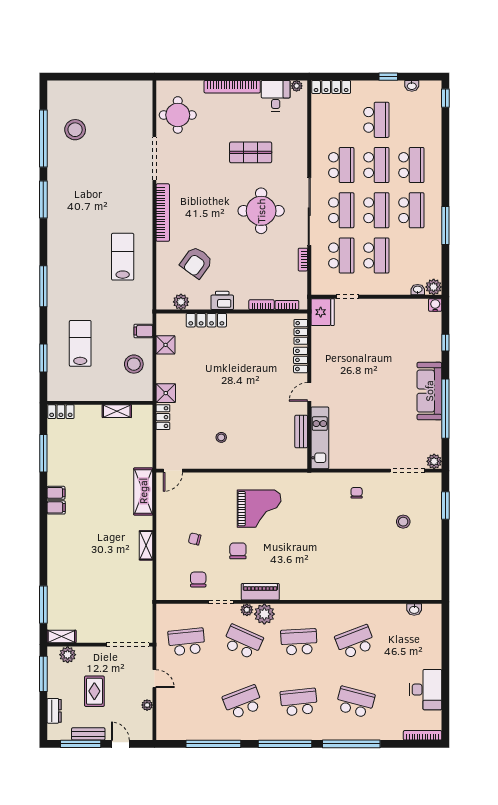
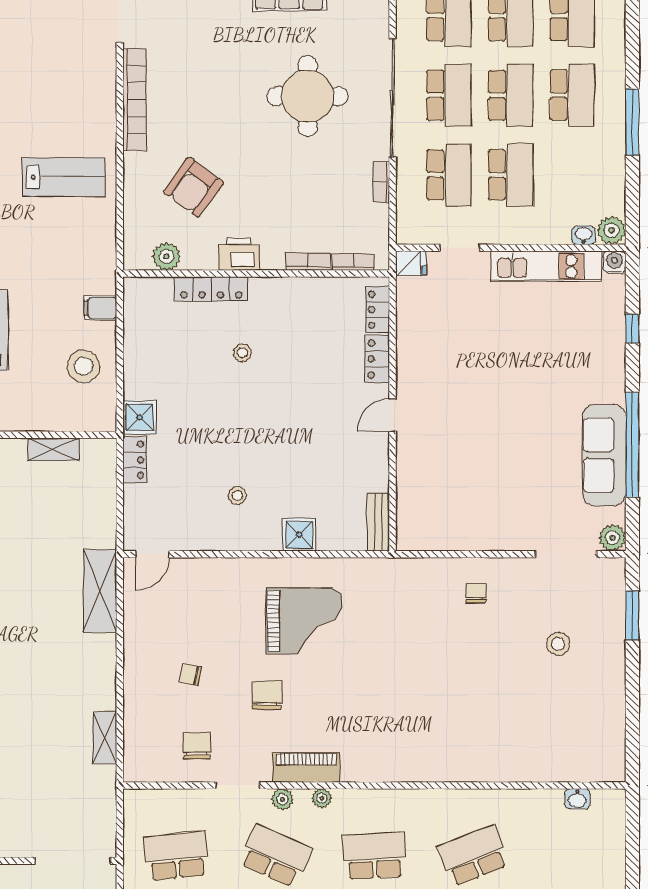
lab bench: (123, 257) -> (64, 177), turned 90
fridge: (323, 312) -> (411, 263), width x0.53, depth x0.75
shower: (166, 345) -> (299, 535), moved
stool: (224, 356) -> (242, 353), added
sofa: (429, 391) -> (604, 455), moved
bench: (301, 431) -> (378, 522), moved
kitchen unit: (320, 438) -> (546, 266), moved, turned 90
shelving: (146, 545) -> (105, 738), moved
plant: (264, 614) -> (322, 798), width x0.53, depth x0.53

